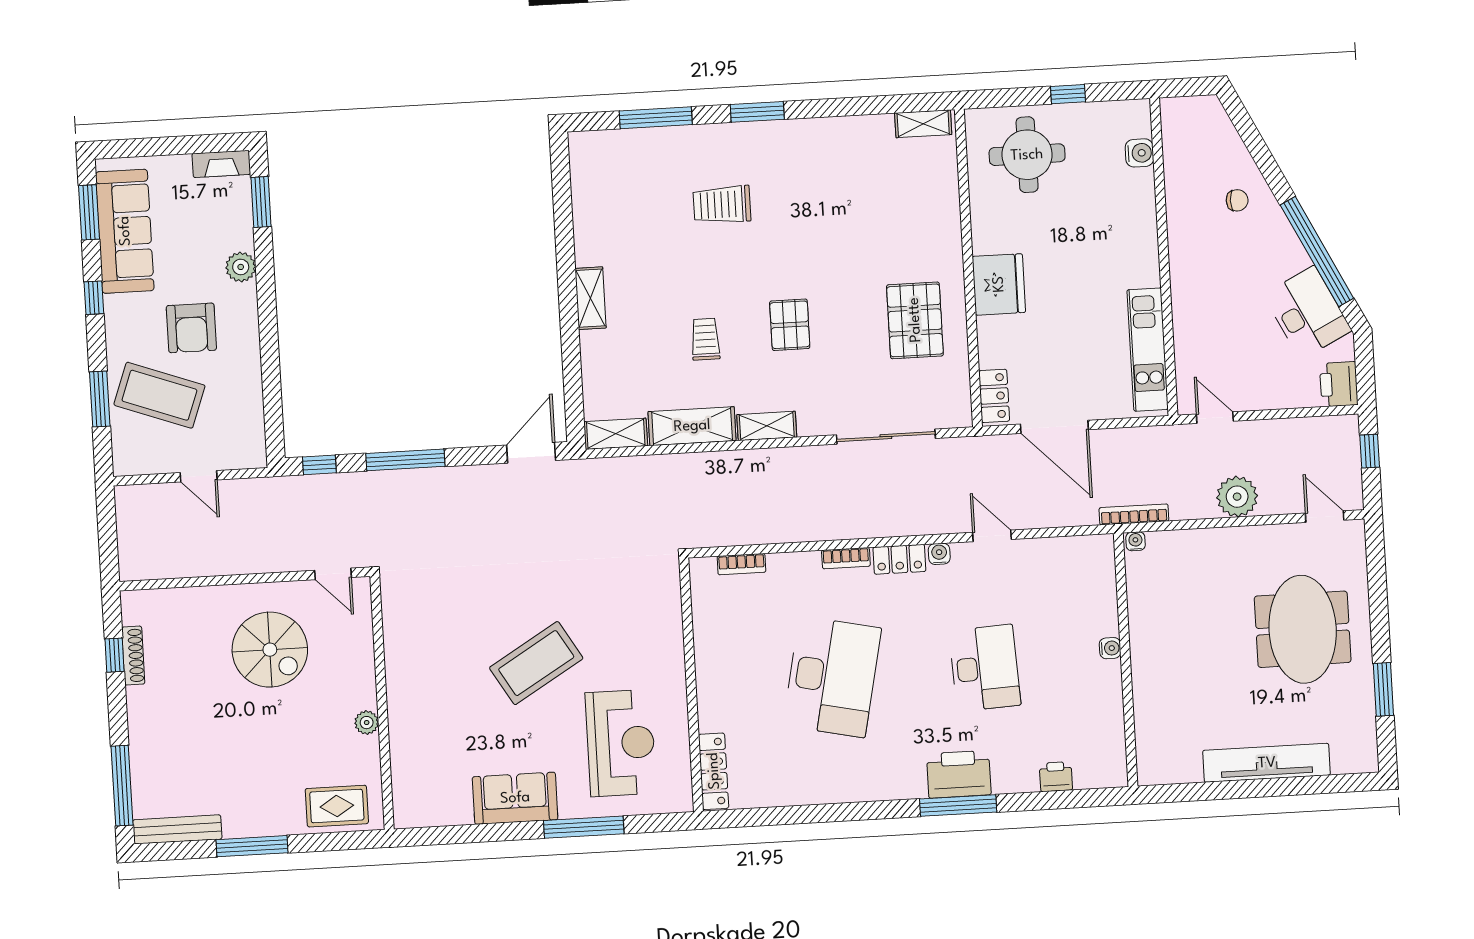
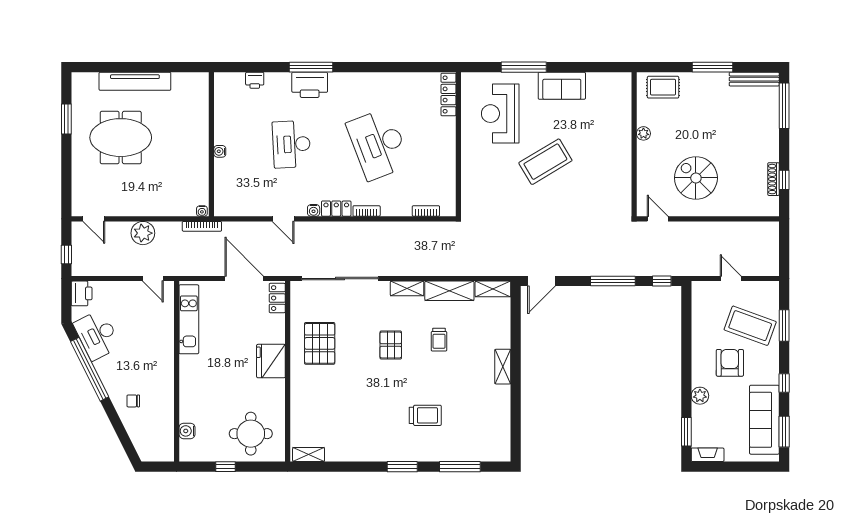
sliding door: (886, 437) -> (340, 279), width x1.36
meeting table: (1303, 629) -> (121, 138), moved, turned 90
desk: (832, 677) -> (378, 144), turned -33

